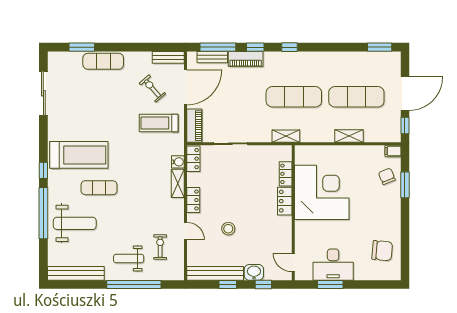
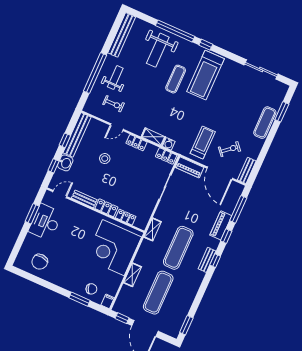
bench: (212, 57) -> (207, 260), moved
corner desk: (322, 192) -> (113, 248), moved, turned 90
bench: (286, 231) -> (84, 199), added

